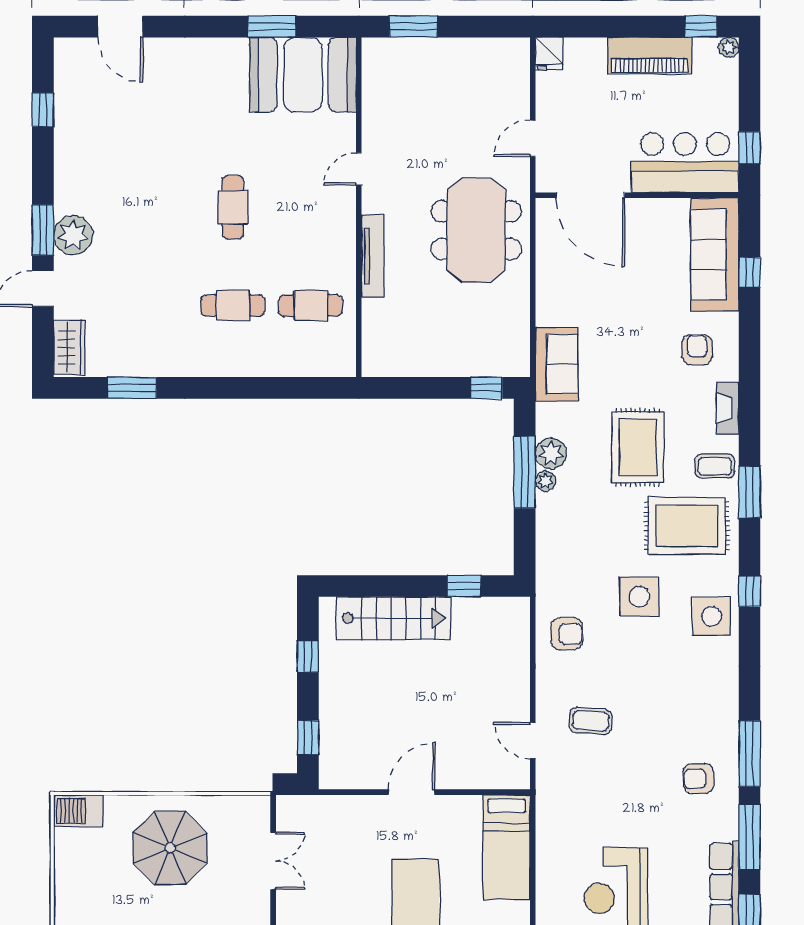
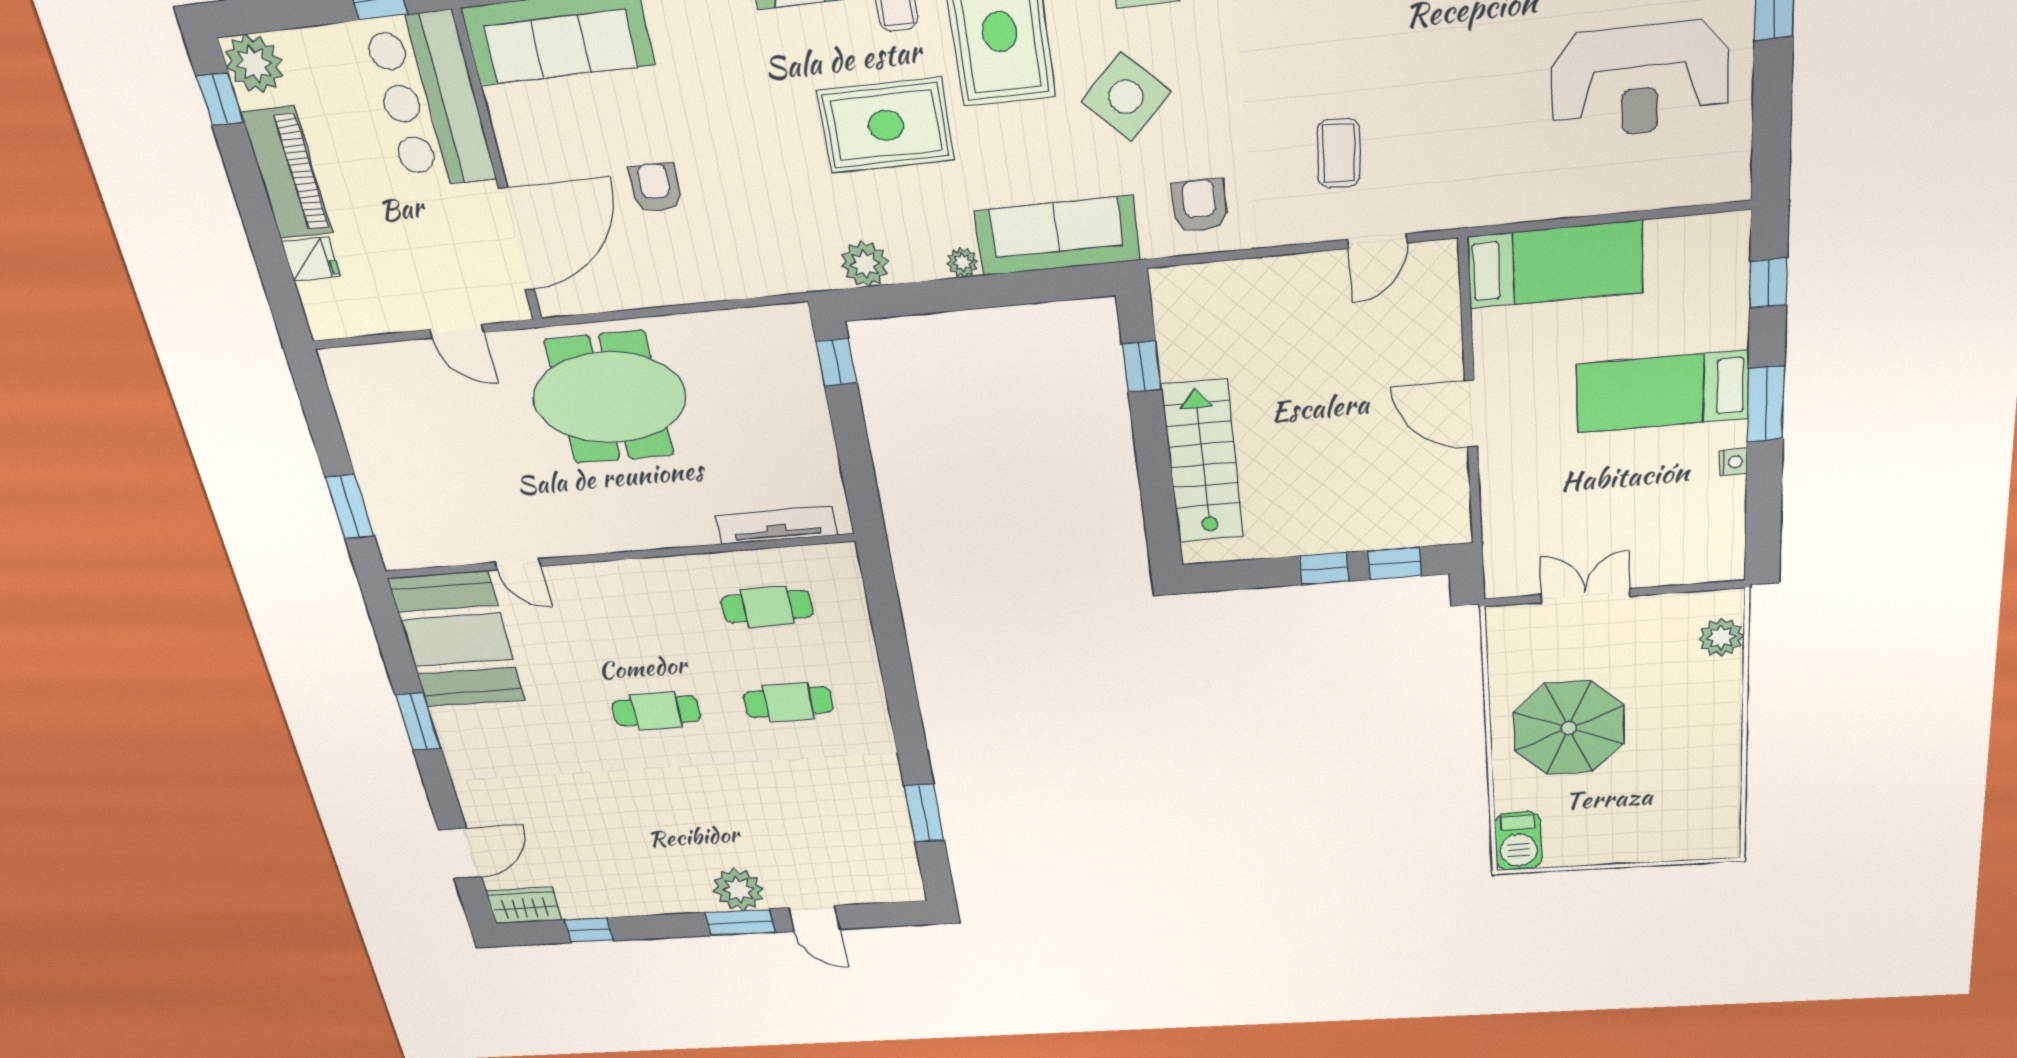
window: (272, 27) -> (418, 721), moved
plant: (729, 47) -> (254, 64), width x1.88, depth x1.88
fridge: (549, 54) -> (311, 259), moved
door: (359, 169) -> (518, 564), moved
tv unit: (373, 256) -> (776, 525), moved
cafe table: (233, 305) -> (788, 702), turned 90
cafe table: (311, 305) -> (767, 607), turned 90
wardrobe: (69, 347) -> (524, 905), moved
armchair: (697, 350) -> (655, 187), moved, turned 90
sofa: (557, 364) -> (1057, 236), moved, width x1.36
plant: (551, 453) -> (865, 264), moved
window: (525, 472) -> (954, 295), removed
side table: (639, 597) -> (1126, 97), turned 45
window: (308, 656) -> (1324, 569), moved

